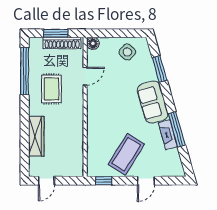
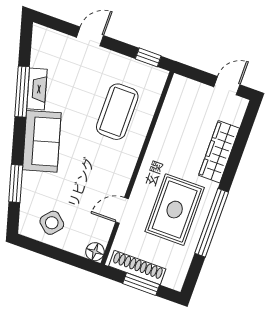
window: (25, 71) -> (212, 223), moved
rug: (51, 89) -> (175, 210), width x1.36, depth x1.43
coffee table: (126, 154) -> (117, 112), moved, turned -32

